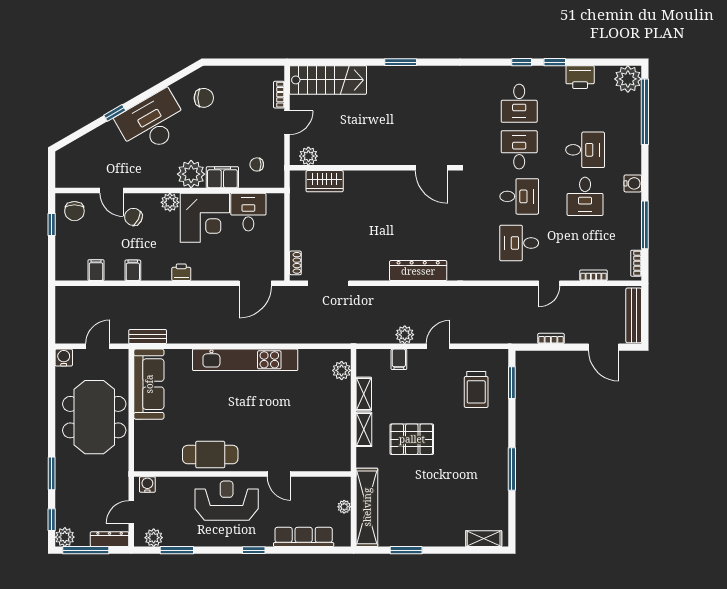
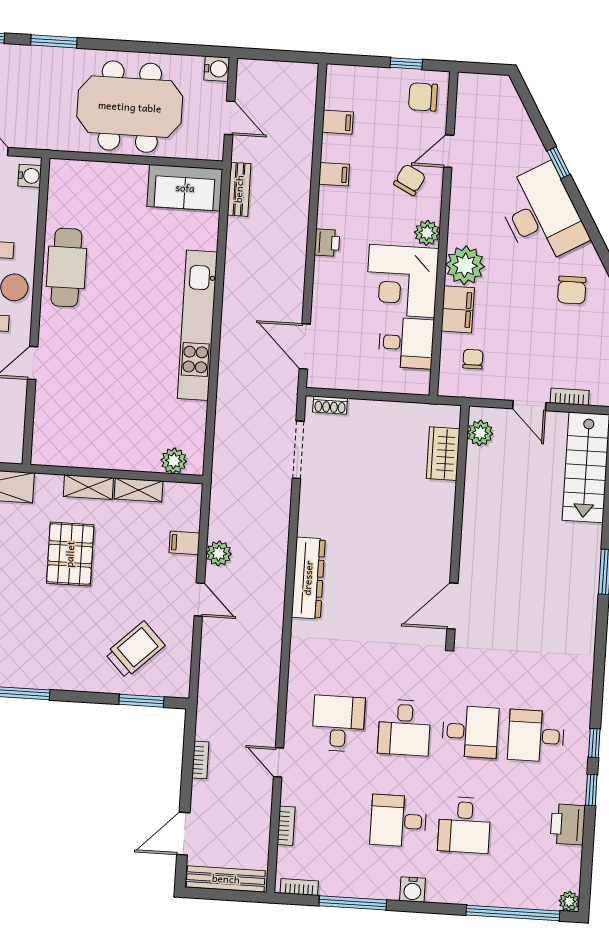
plant: (628, 79) -> (569, 901), width x0.53, depth x0.53
sofa: (149, 384) -> (185, 188), width x0.73
trolley: (476, 389) -> (135, 650), turned 136

